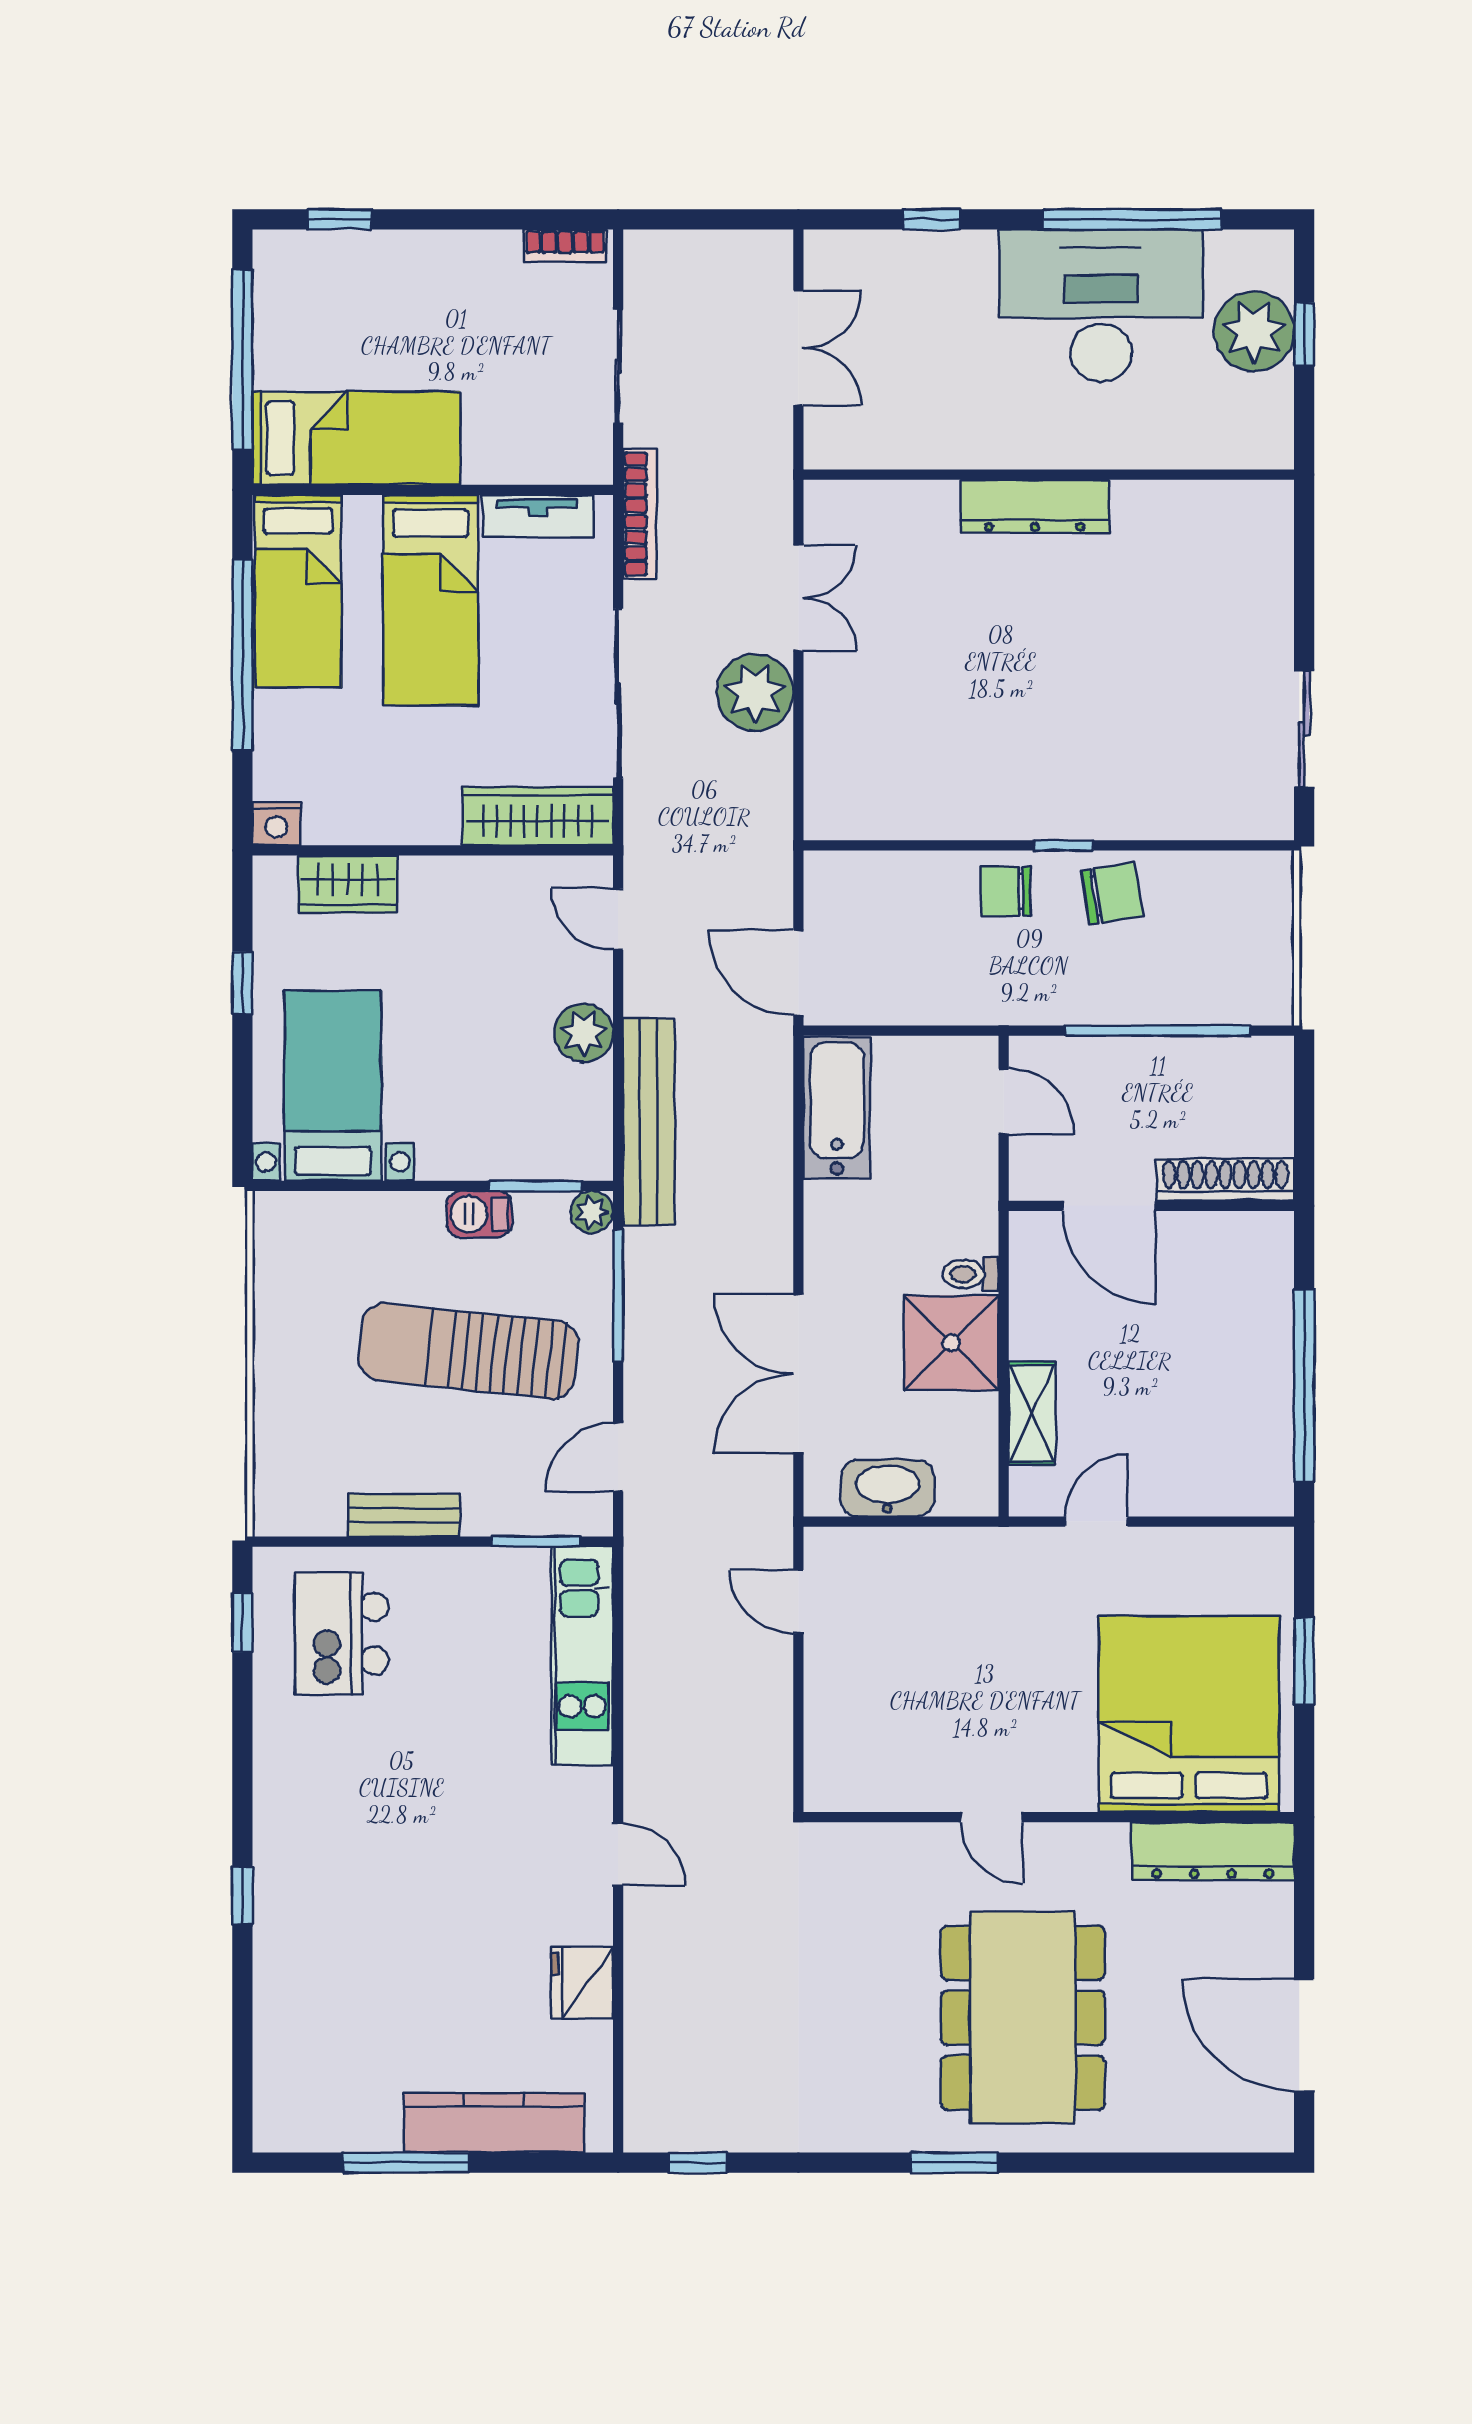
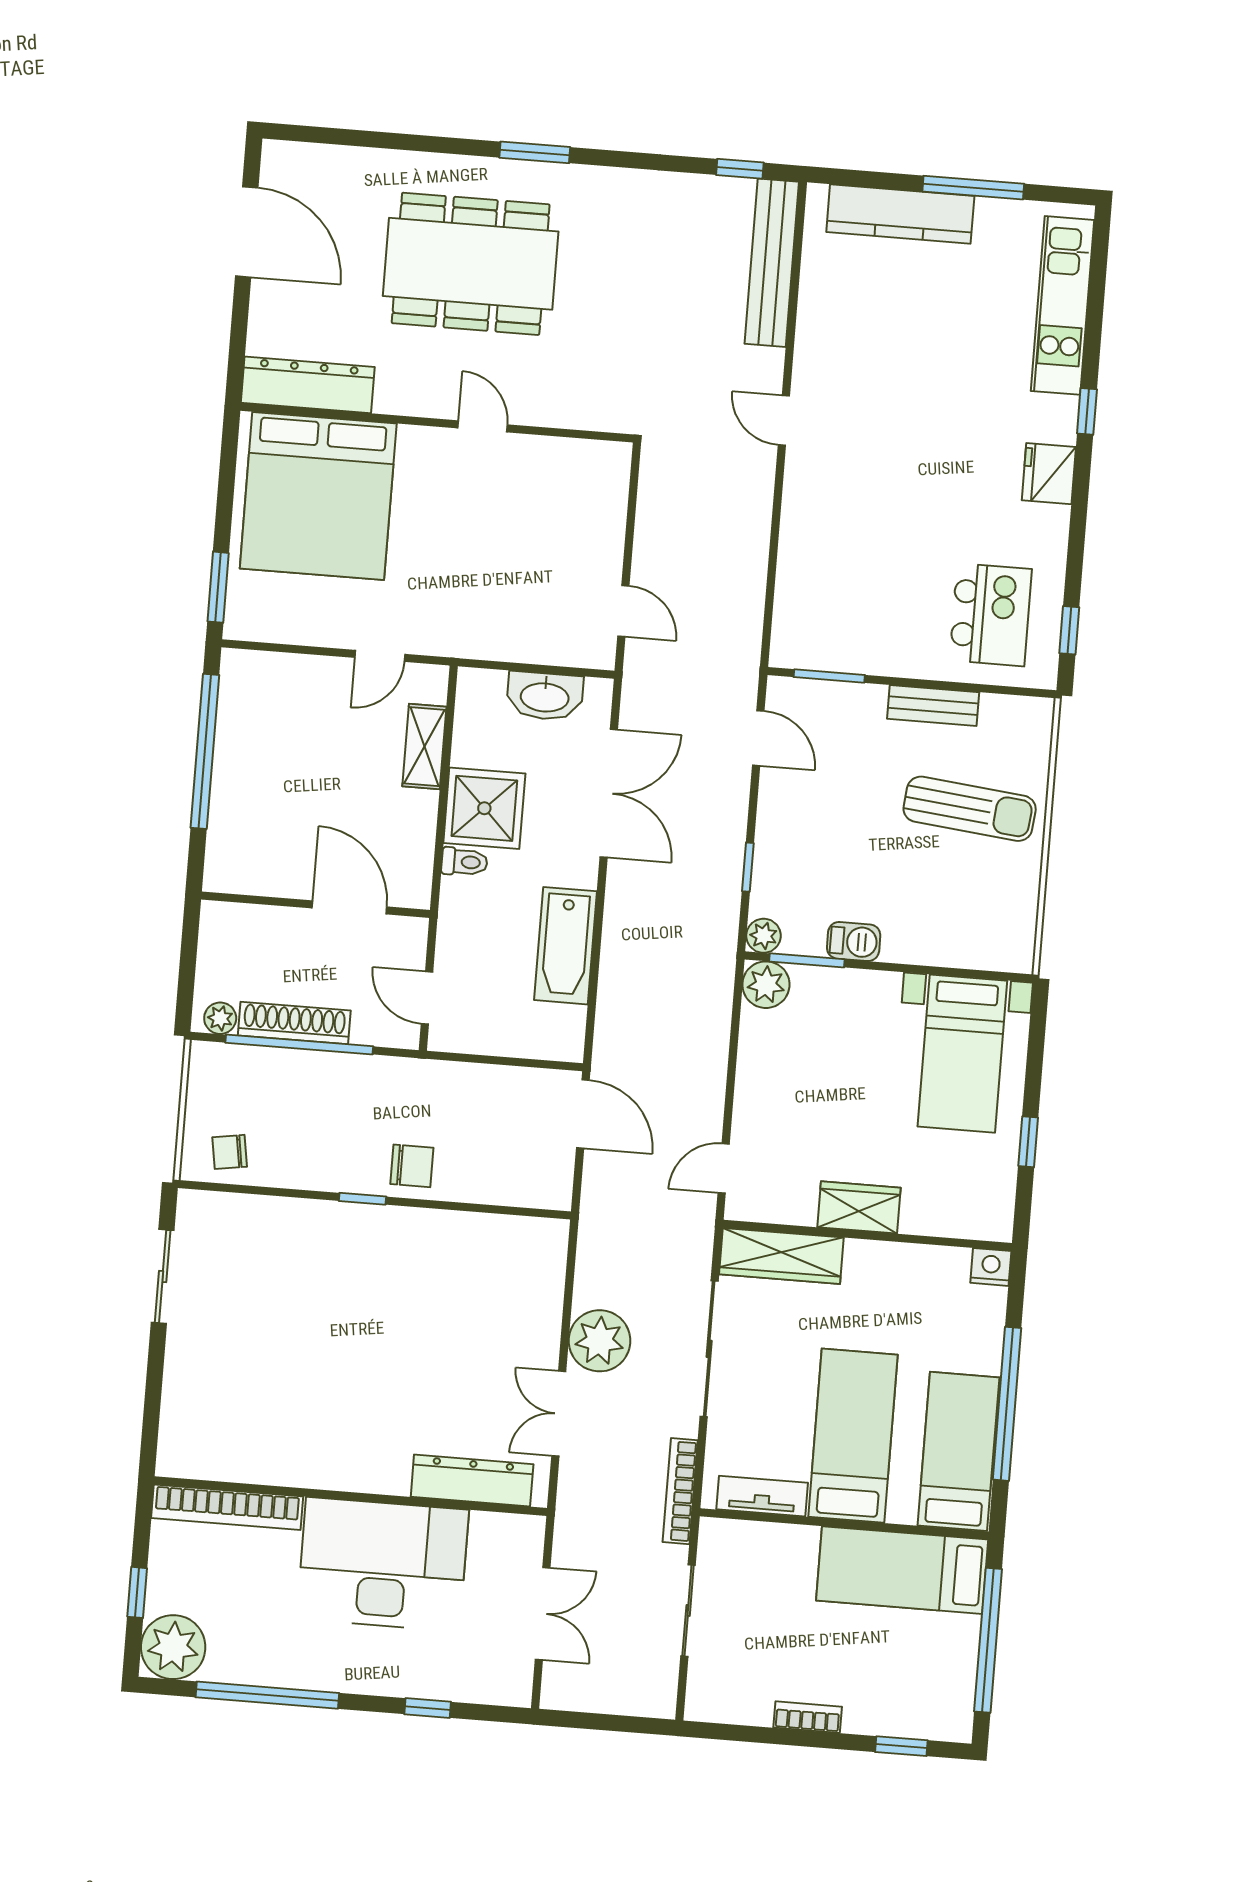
bookcase: (565, 246) -> (808, 1717), moved
desk: (1101, 306) -> (383, 1564), moved, turned 180
plant: (1254, 331) -> (173, 1647), moved
double door: (798, 348) -> (543, 1614), swing flipped
bookcase: (1201, 449) -> (227, 1507), added
dresser: (1035, 506) -> (472, 1481), moved
wardrobe: (348, 884) -> (859, 1207), moved
chair: (1112, 894) -> (230, 1152), moved, width x0.73, depth x0.73
door: (618, 919) -> (724, 1168), swing flipped
plant: (584, 1033) -> (766, 985), moved
plant: (1259, 1055) -> (220, 1018), added
bathtub: (837, 1107) -> (565, 946), moved
bench: (649, 1121) -> (772, 263), moved
shoe rack: (1225, 1180) -> (294, 1023), moved, turned 180
window: (618, 1296) -> (748, 867), width x0.46
sun lounger: (468, 1351) -> (970, 809), moved, width x0.73, depth x0.75
door: (618, 1457) -> (758, 738), hinge flipped
kitchen unit: (582, 1656) -> (1063, 305), moved, turned 180
window: (1304, 1661) -> (218, 587), moved
fridge: (582, 1983) -> (1049, 474), moved, turned 180
dining table: (1023, 2018) -> (471, 264), turned 90

